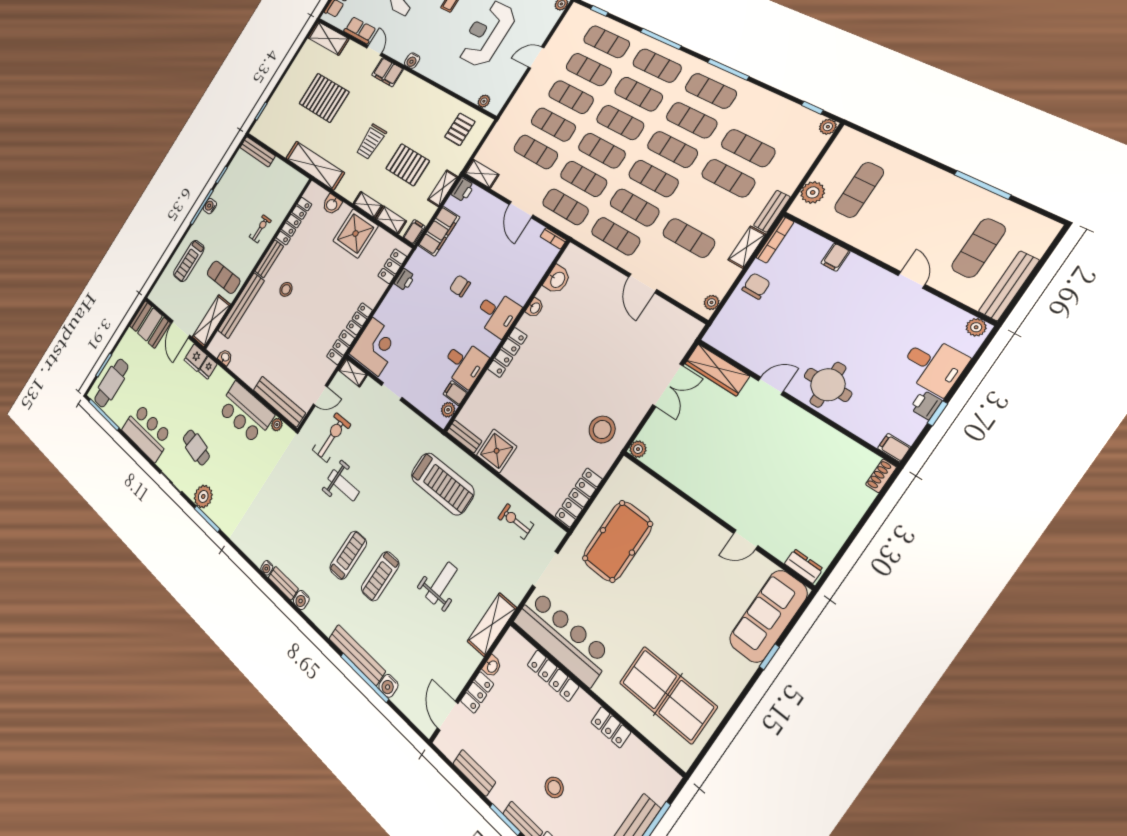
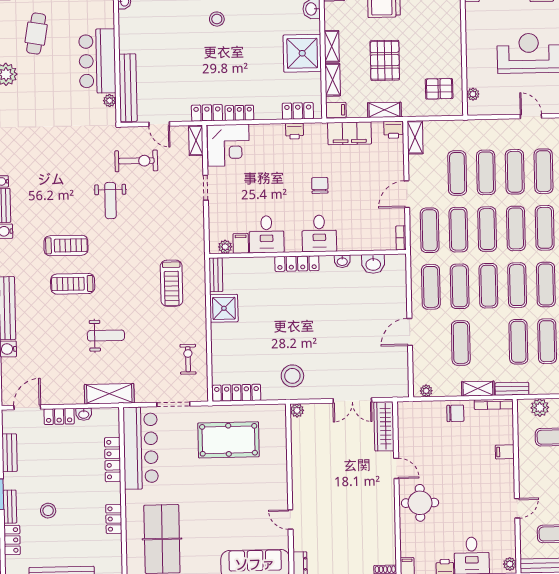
treadmill: (442, 484) -> (172, 283), width x0.73, depth x0.73

